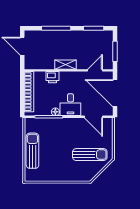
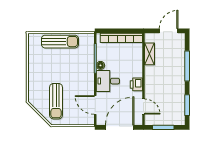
shelving: (66, 65) -> (150, 54), moved
printer: (53, 77) -> (136, 84), moved
door: (93, 117) -> (95, 105), hinge flipped

